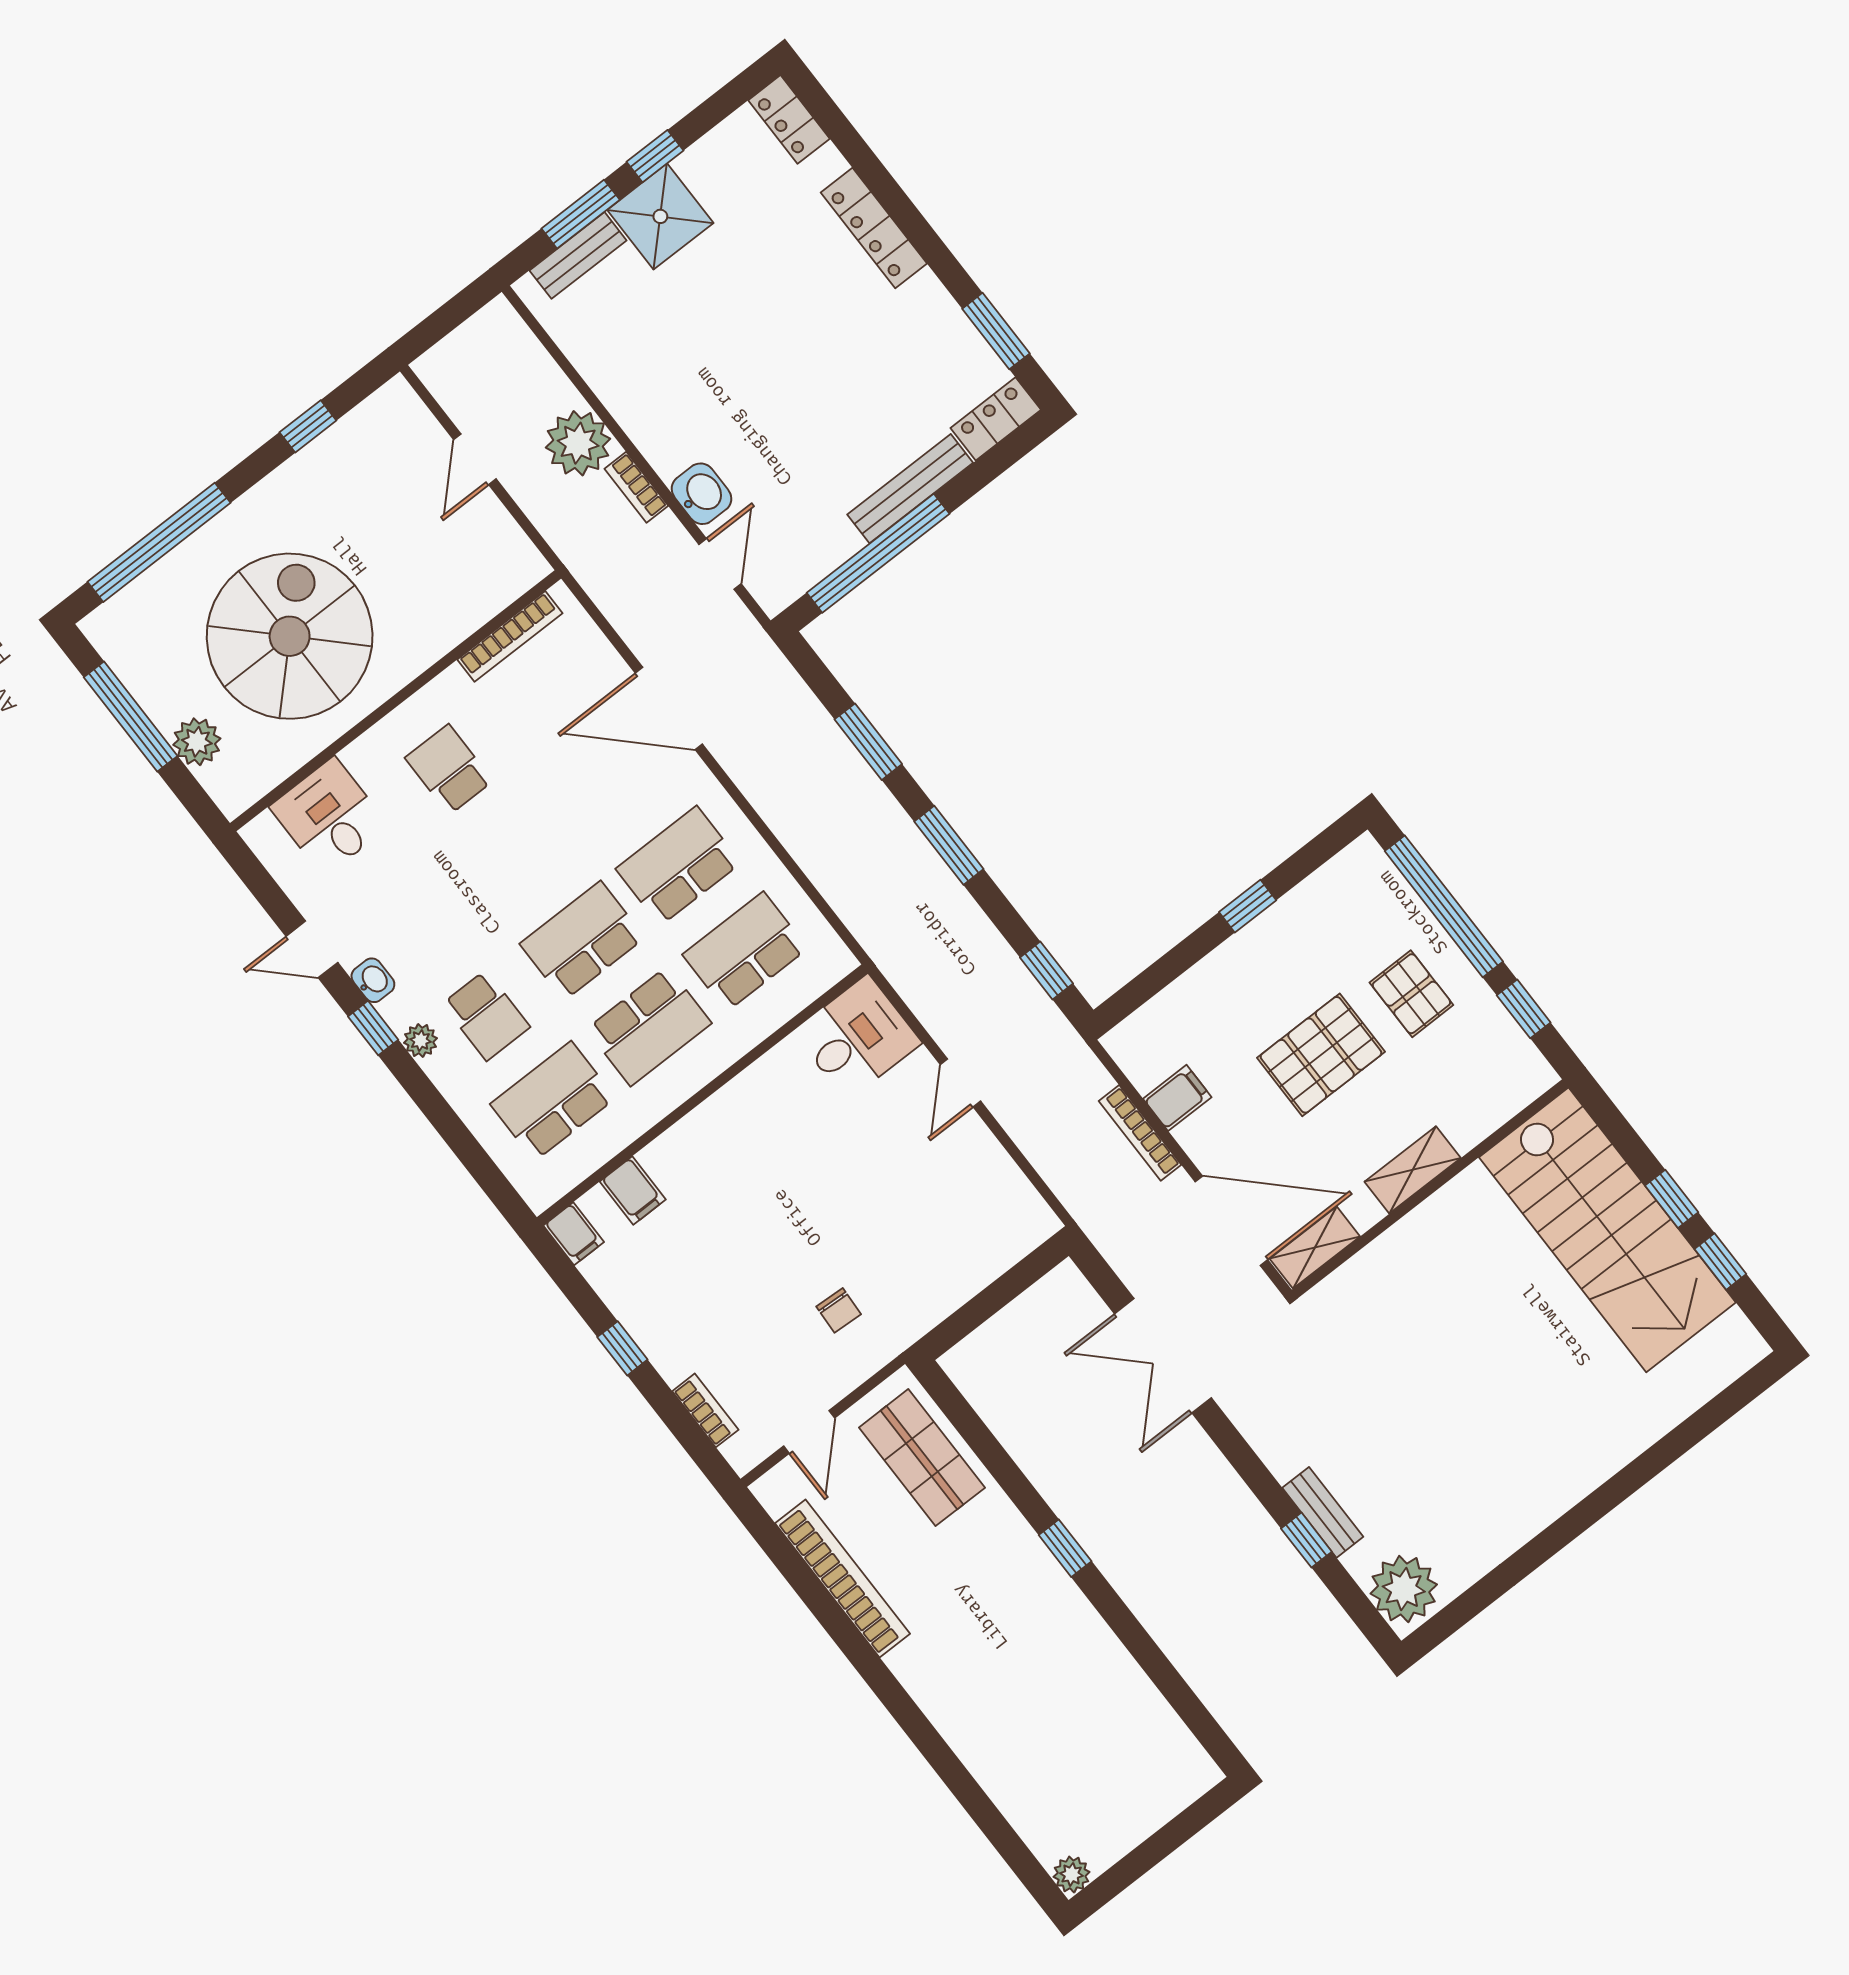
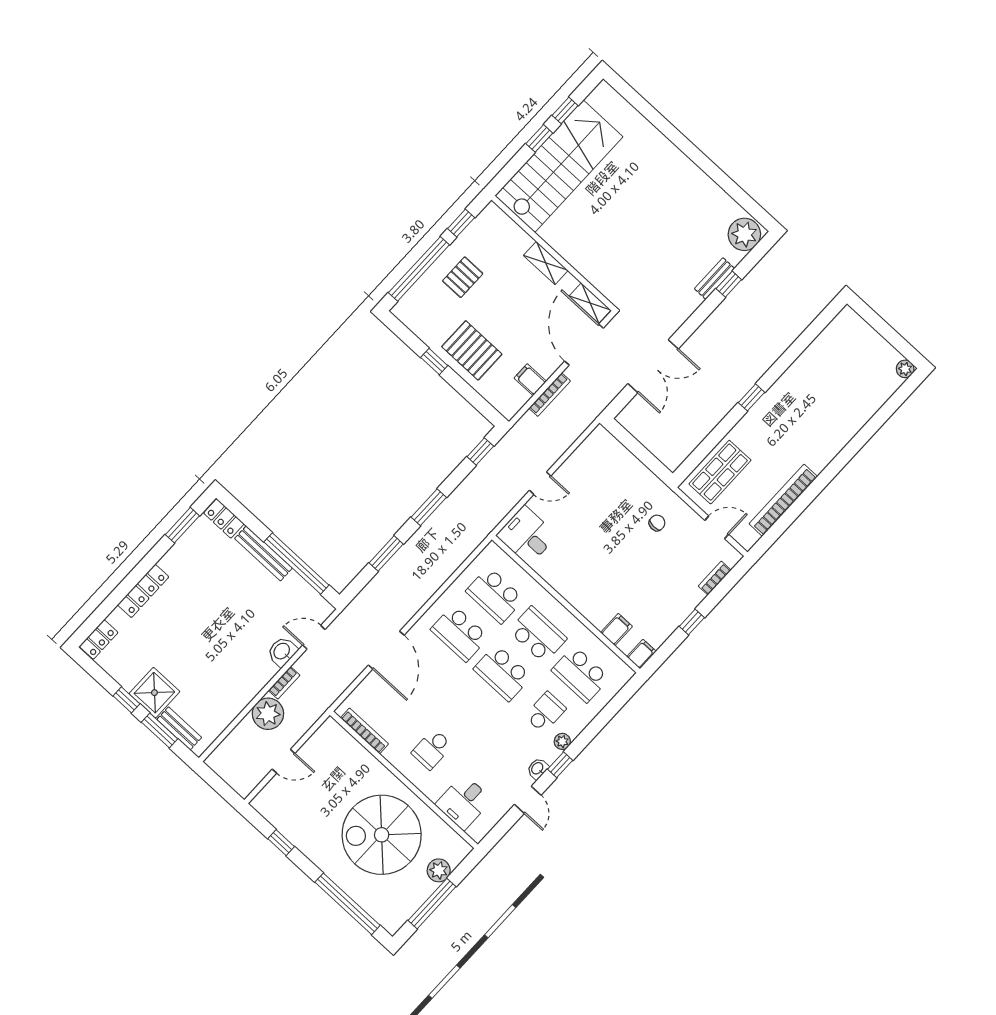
pallet: (1321, 1055) -> (472, 350), moved

